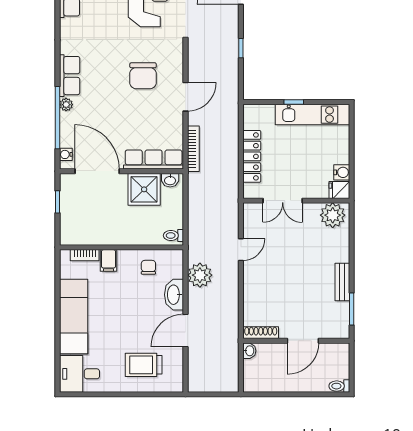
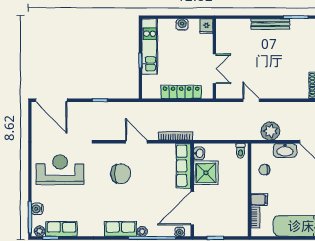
water cooler: (342, 172) -> (182, 24), moved
plant: (333, 215) -> (225, 31), removed
bench: (342, 282) -> (270, 24), width x1.36

